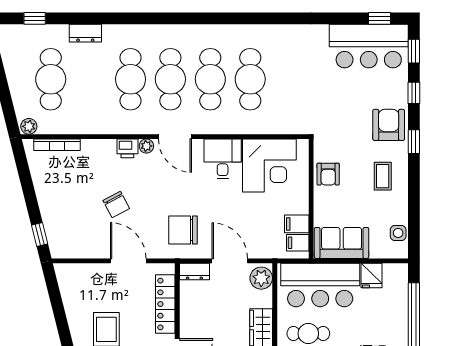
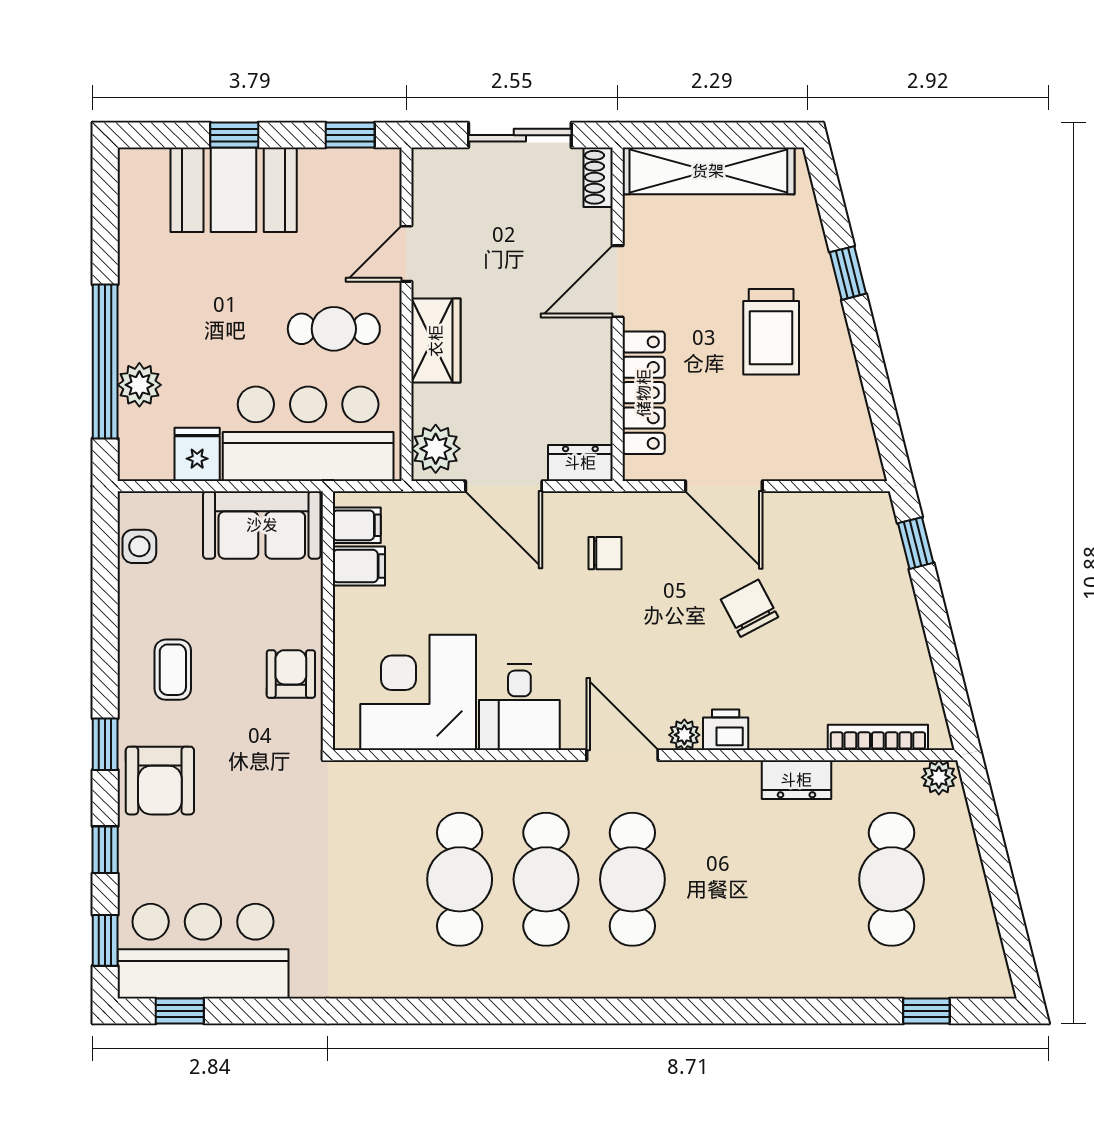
dresser: (85, 33) -> (796, 780), moved, turned 180
cafe table: (131, 79) -> (719, 879), removed
chair: (183, 230) -> (605, 553), width x0.54, depth x0.54
plant: (398, 308) -> (139, 385), added

